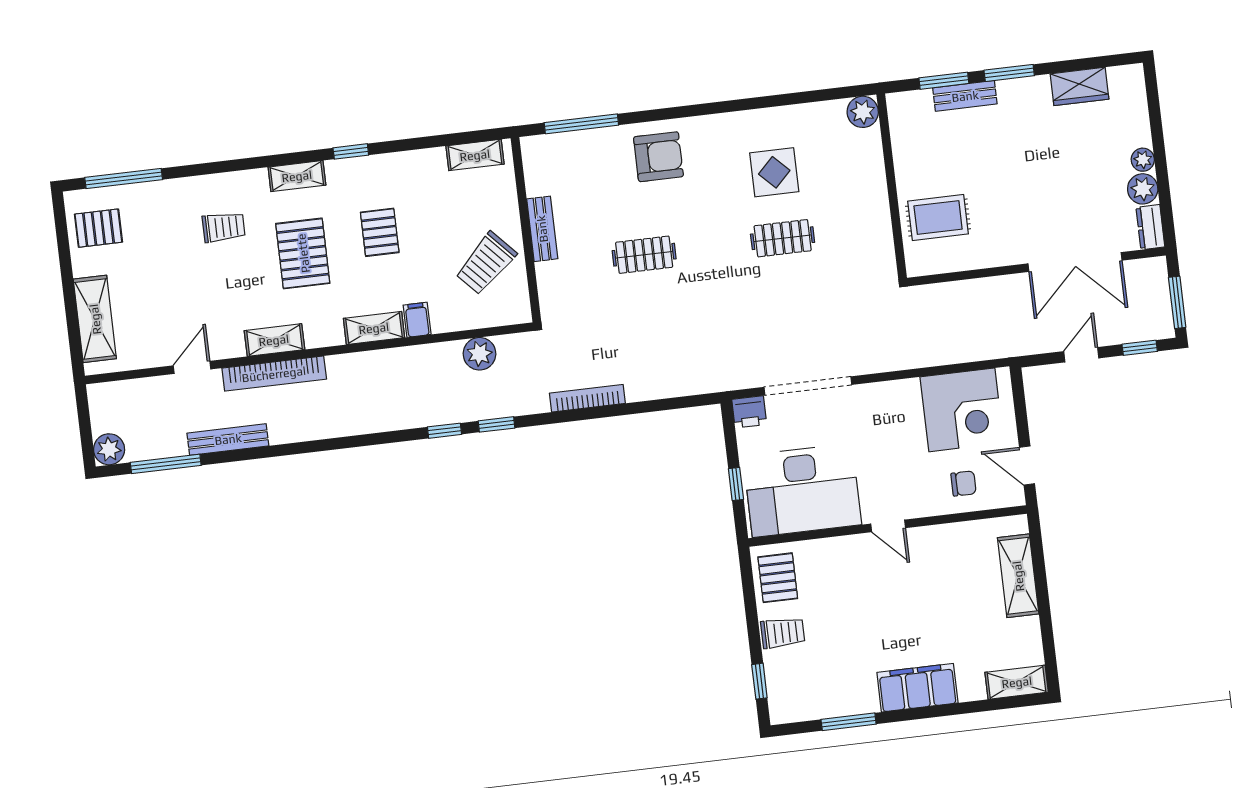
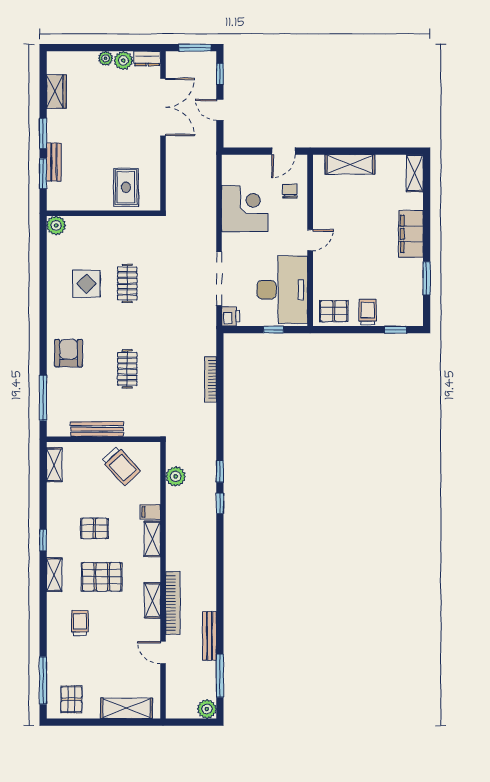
bench: (542, 229) -> (97, 429), width x1.36
bookcase: (587, 398) -> (211, 379), moved
corner desk: (962, 410) -> (245, 209), moved

